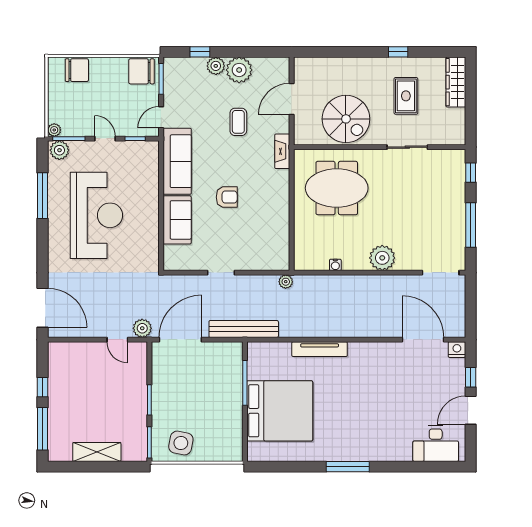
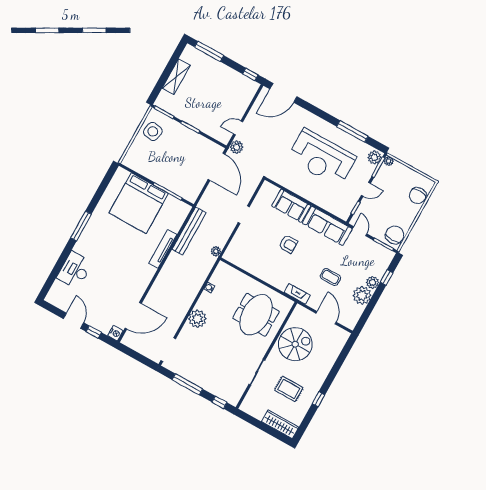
spiral stairs: (346, 119) -> (295, 344), turned 180
armchair: (227, 197) -> (288, 244), turned -90
bench: (244, 329) -> (189, 231), moved
window: (42, 387) -> (250, 74), moved
desk: (436, 444) -> (75, 270), moved

